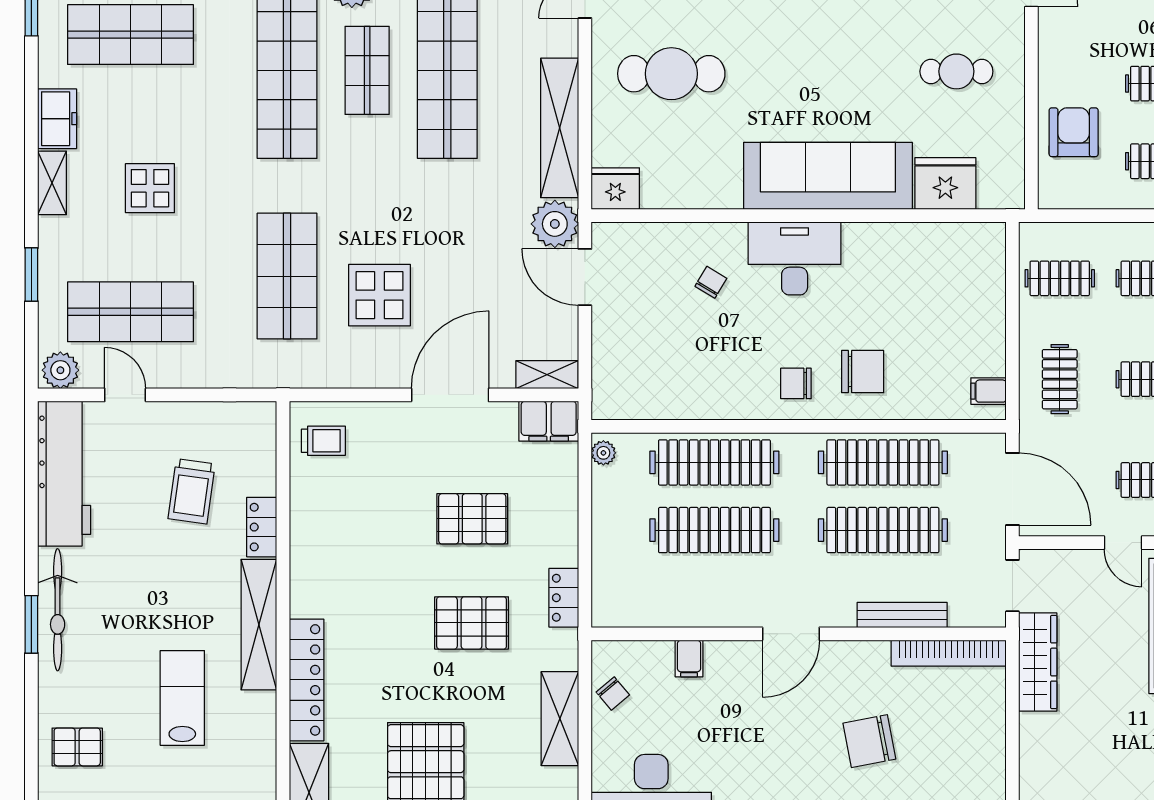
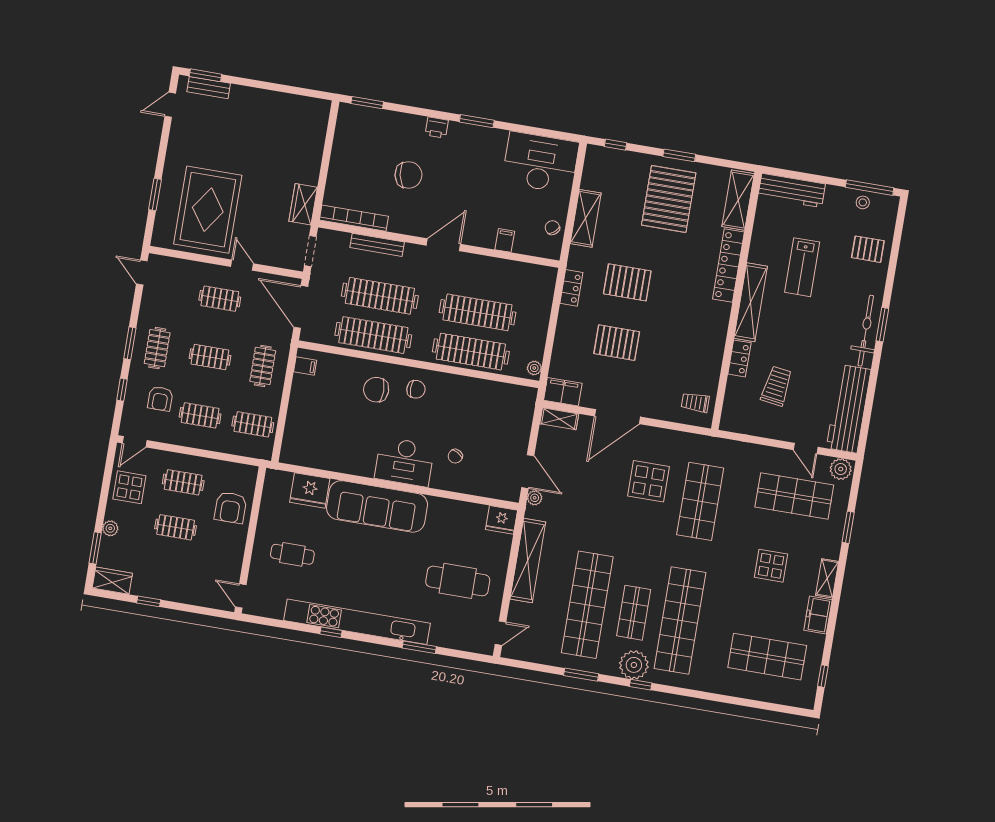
plant: (555, 224) -> (535, 498), width x0.53, depth x0.53
wardrobe: (1038, 662) -> (303, 204), width x0.67

